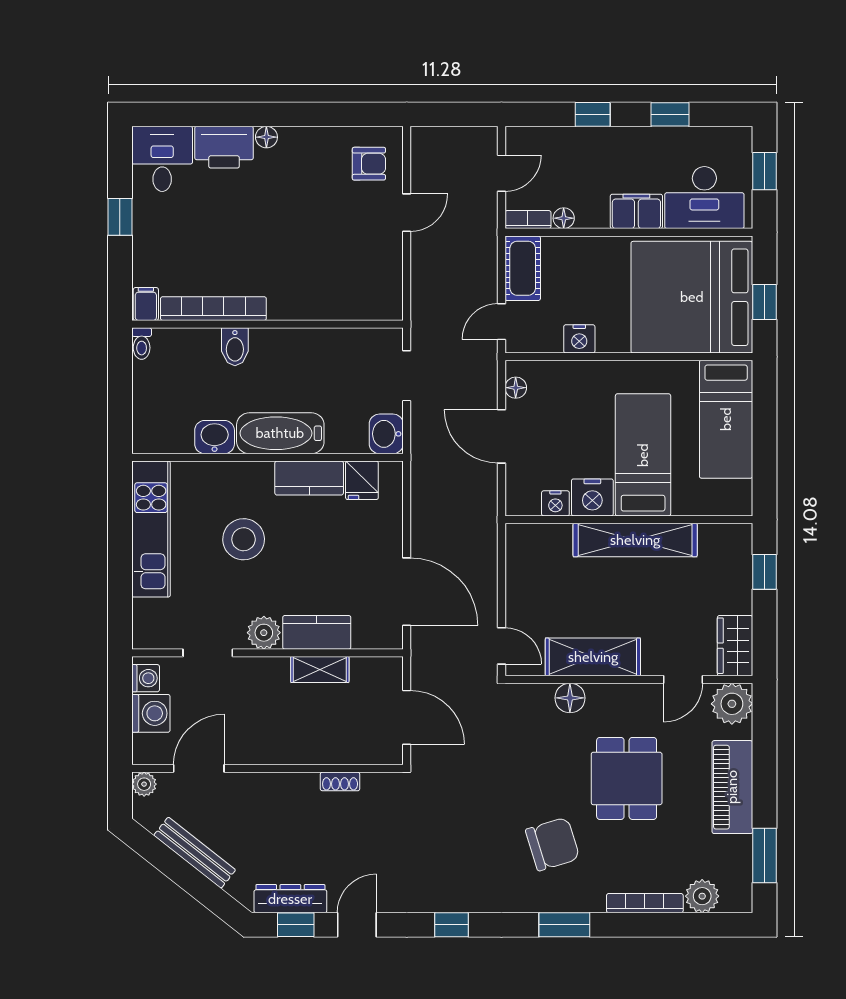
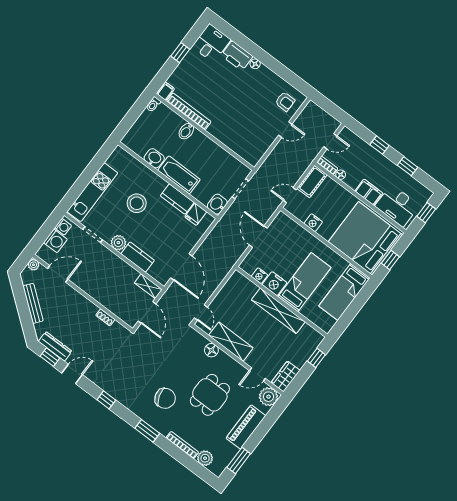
floor lamp: (516, 388) -> (277, 223), removed
kitchen unit: (151, 529) -> (92, 192), moved
shelving: (320, 669) -> (148, 286), moved

